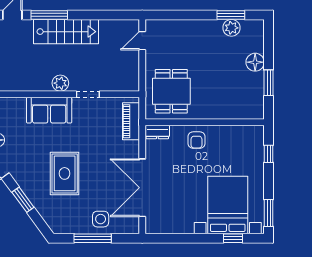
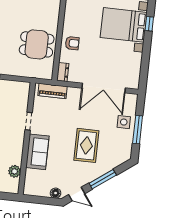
plant: (60, 83) -> (15, 171), moved
dining table: (171, 91) -> (37, 44), moved
rug: (65, 173) -> (86, 145), turned 90
window: (23, 200) -> (103, 179), width x1.44

